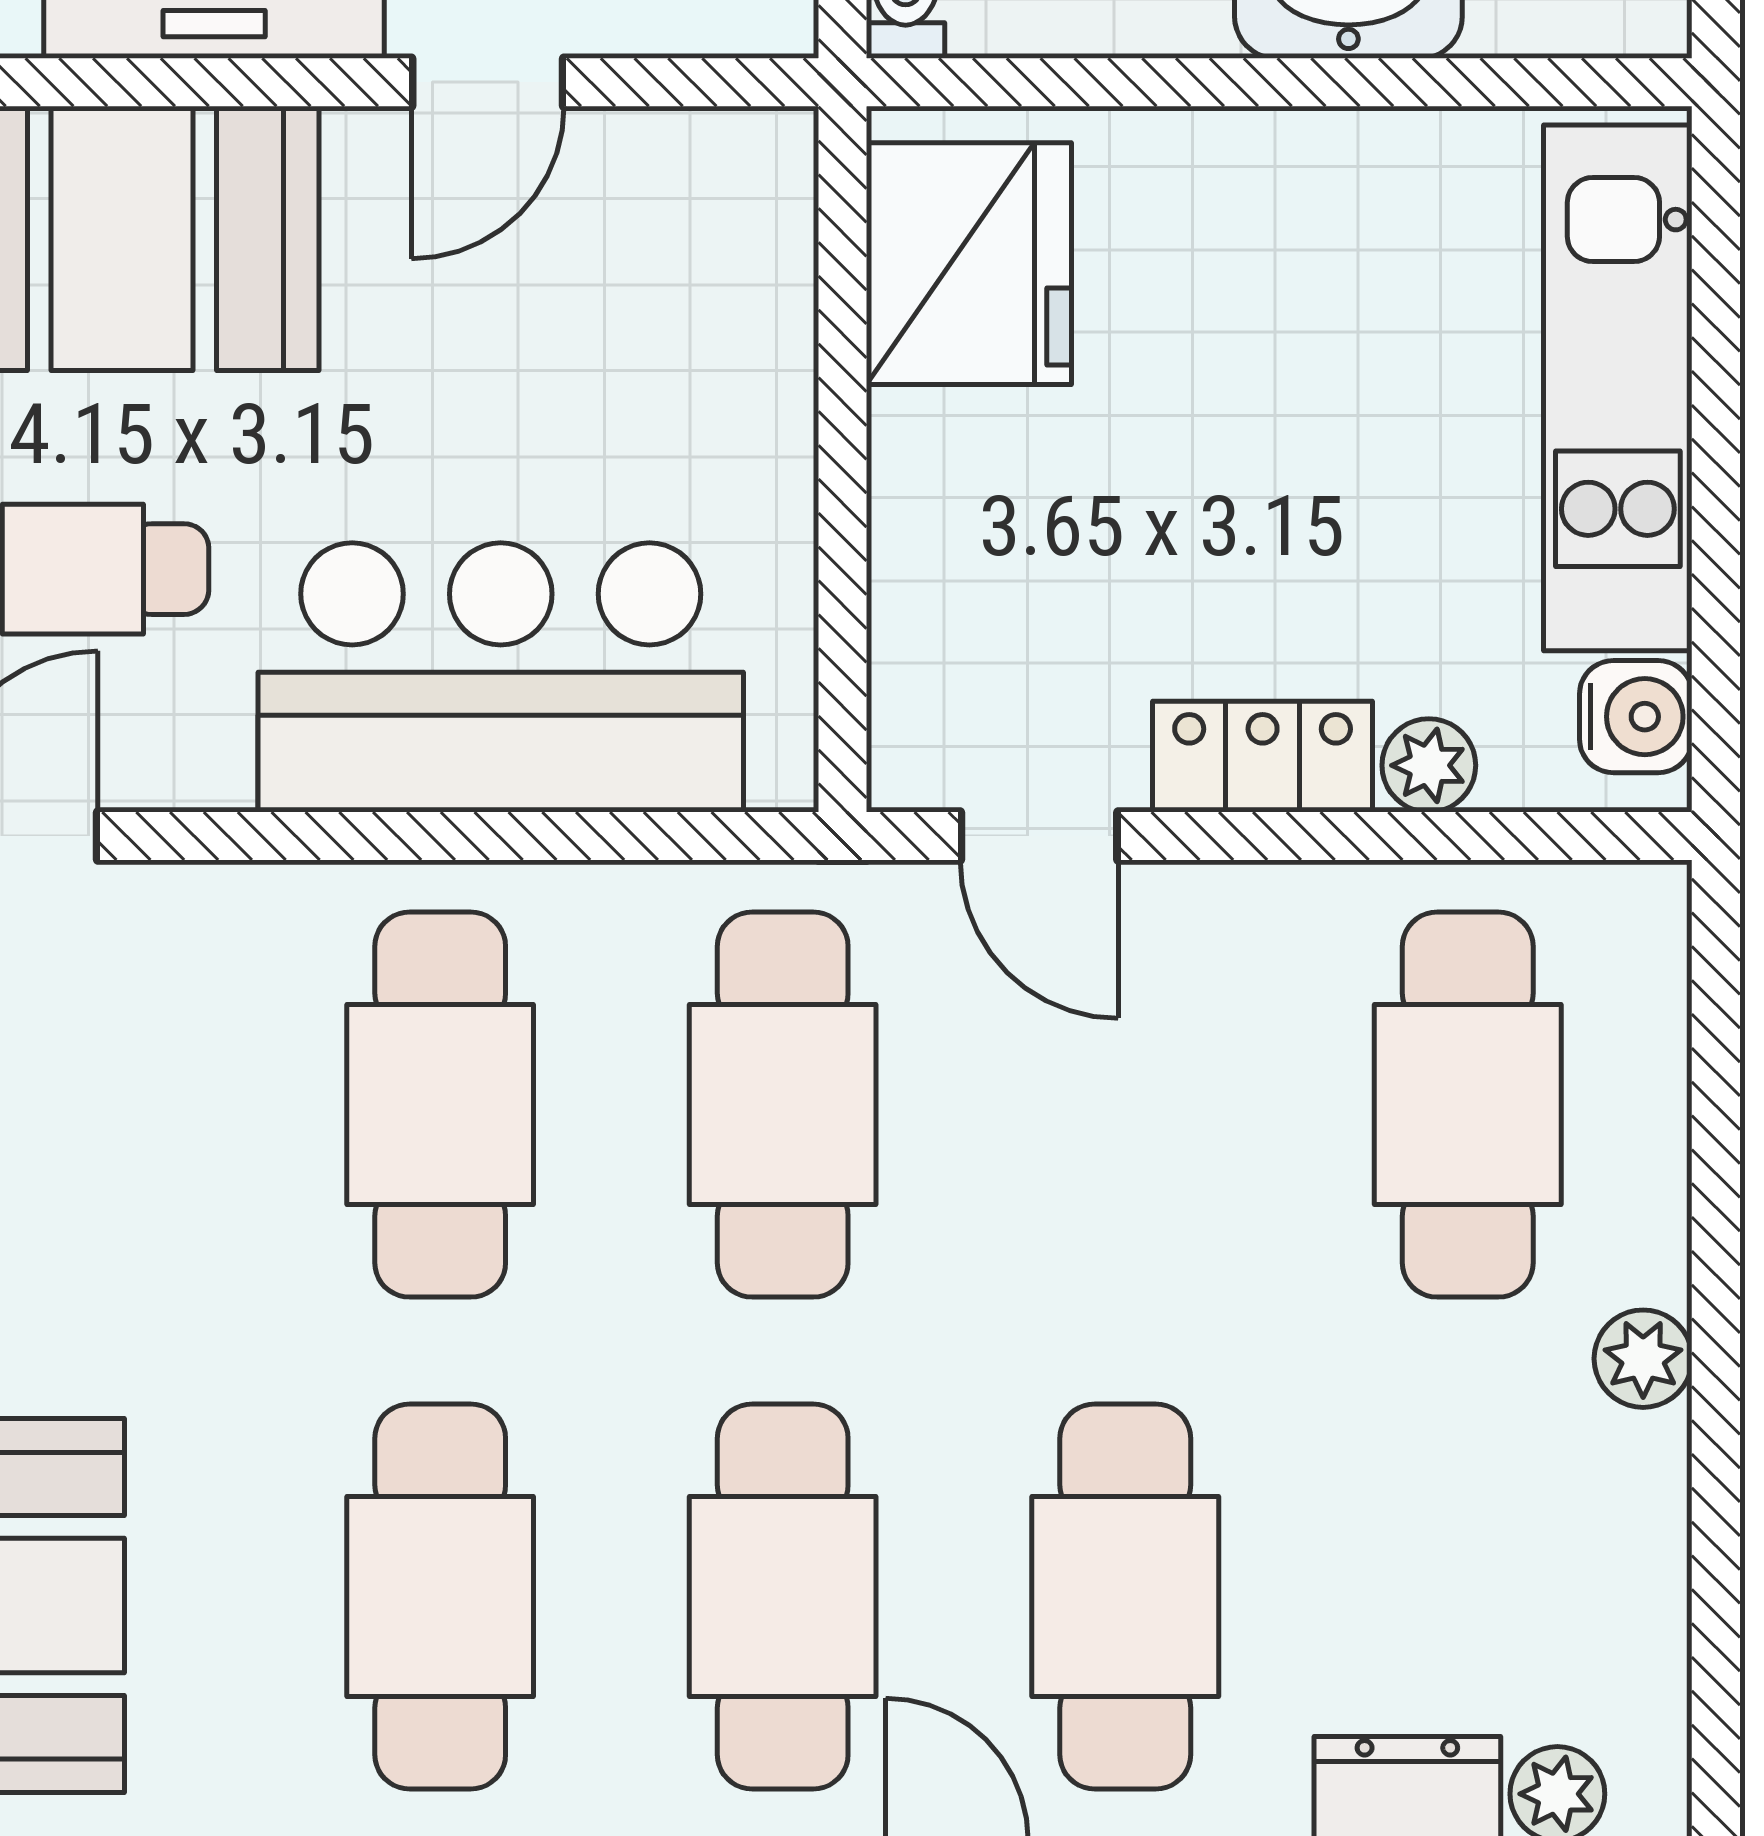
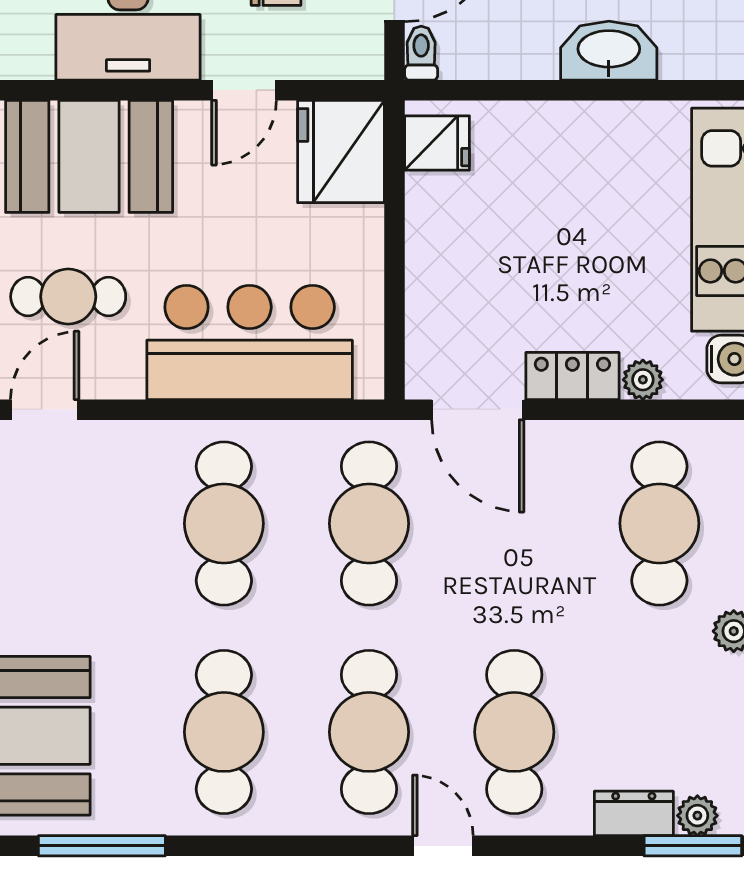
fridge: (716, 227) -> (341, 152), added
fridge: (969, 264) -> (437, 143), width x0.53, depth x0.75
door: (1039, 836) -> (478, 410), width x1.38

